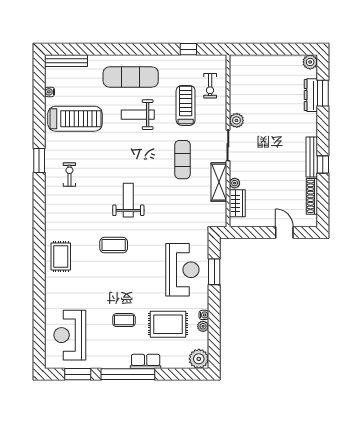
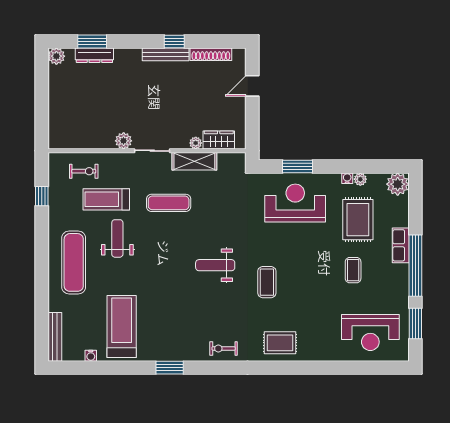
weight bench: (138, 115) -> (117, 238), moved, turned 180
exercise bike: (69, 175) -> (224, 348), moved

